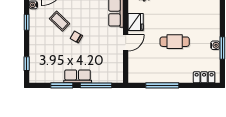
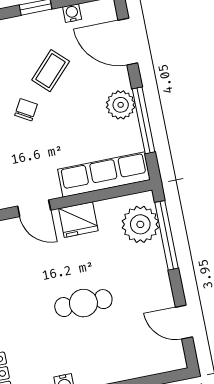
cafe table: (175, 42) -> (83, 303), moved, turned 90

